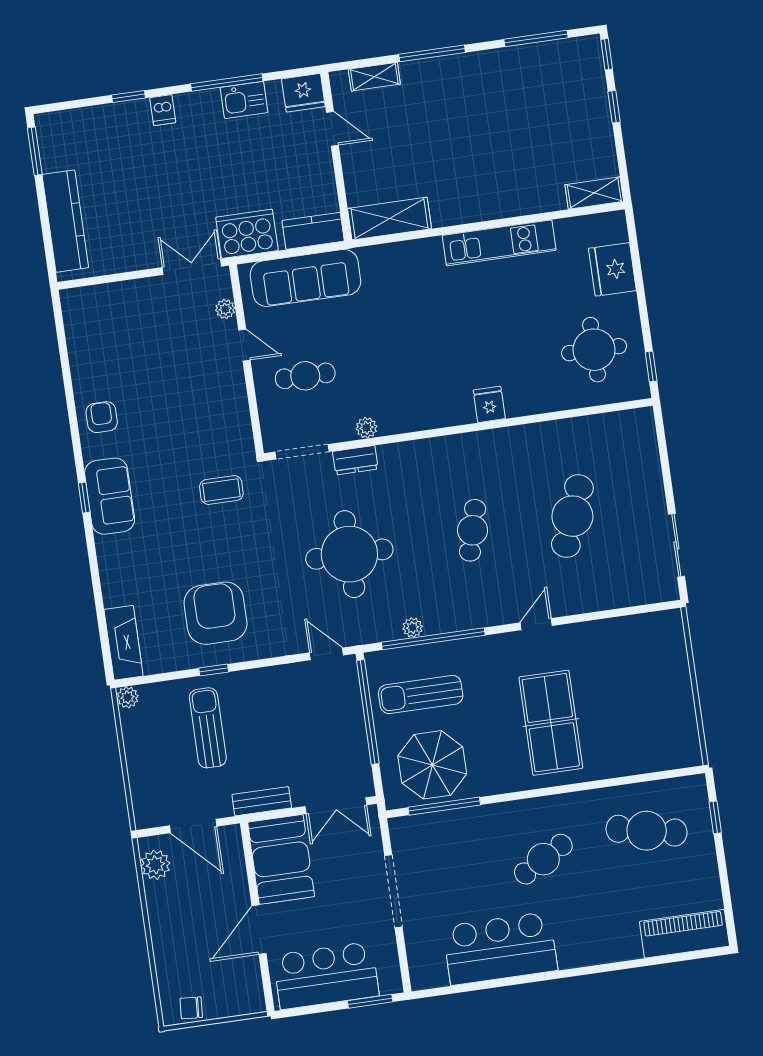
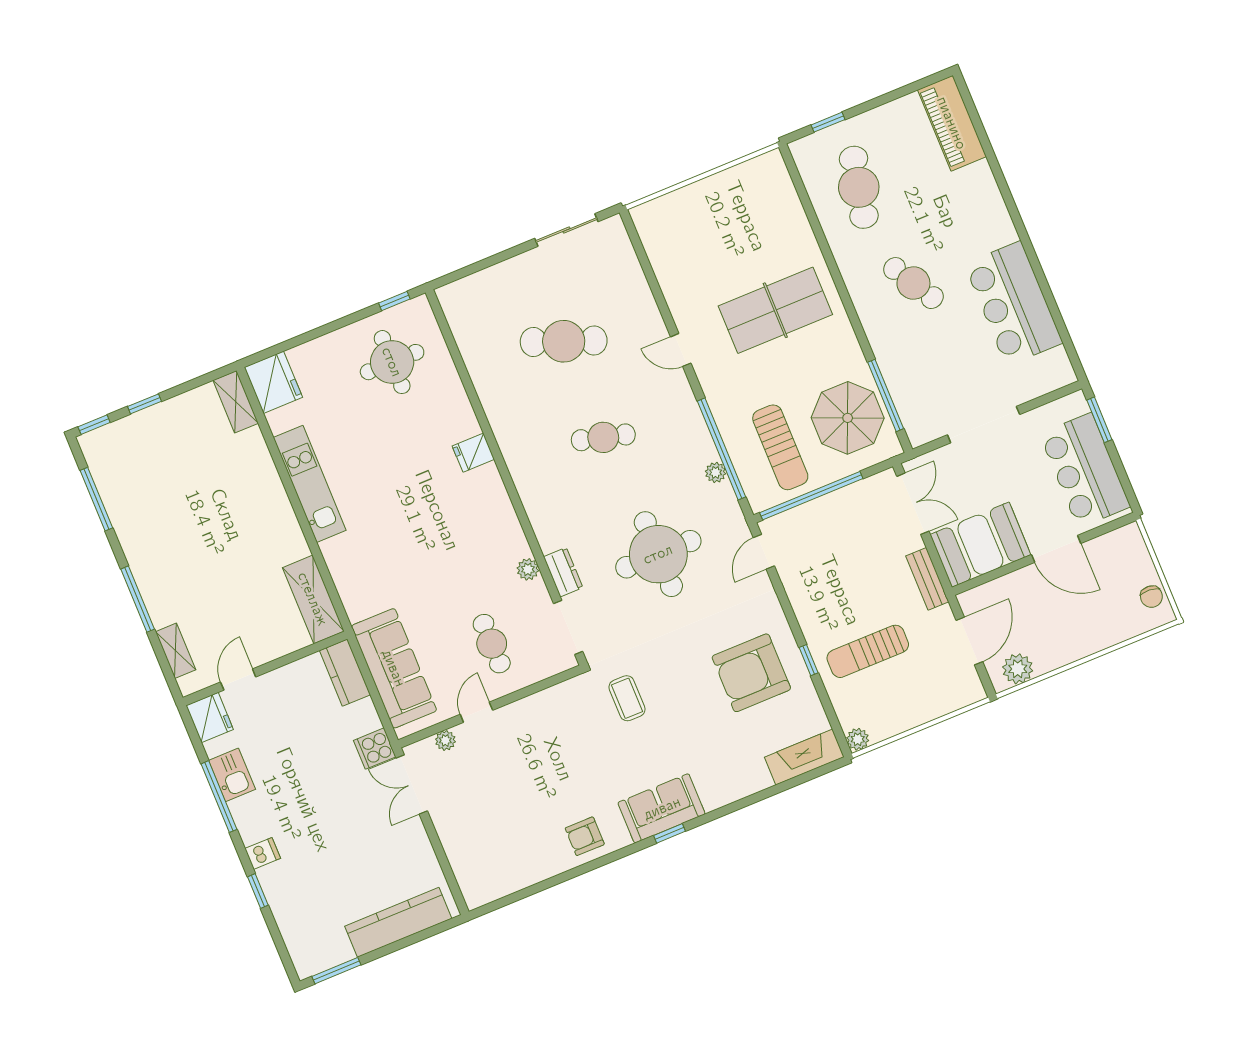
cooker: (247, 234) -> (375, 749), width x0.53, depth x0.76
fridge: (612, 269) -> (273, 382), moved, turned -90

